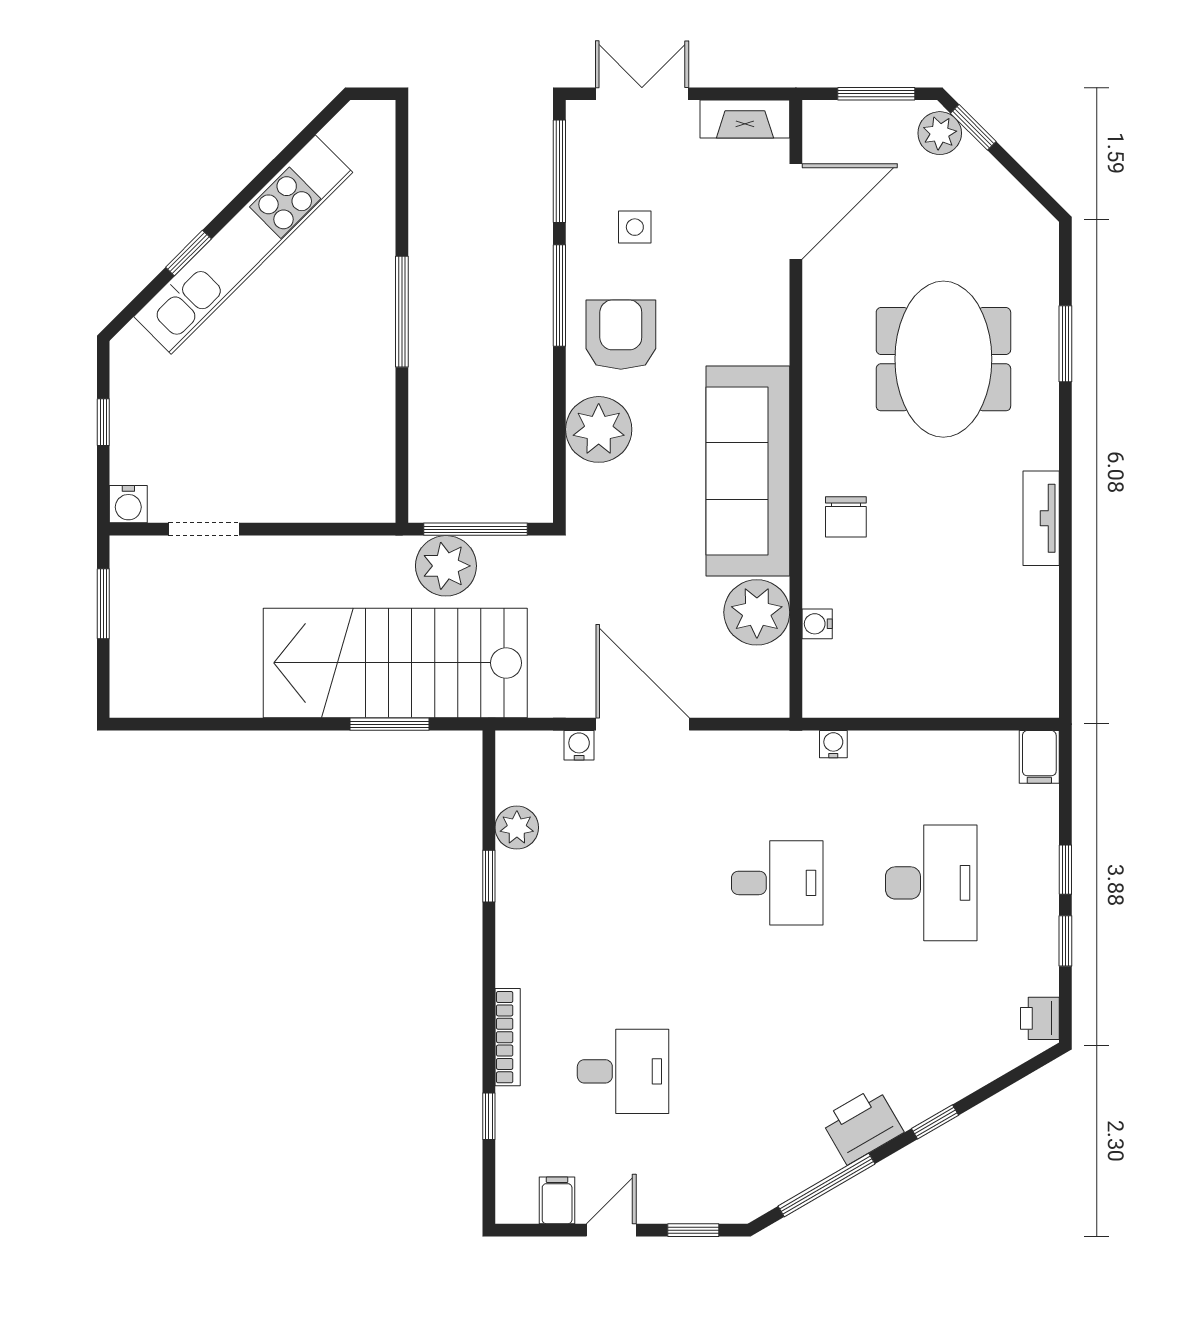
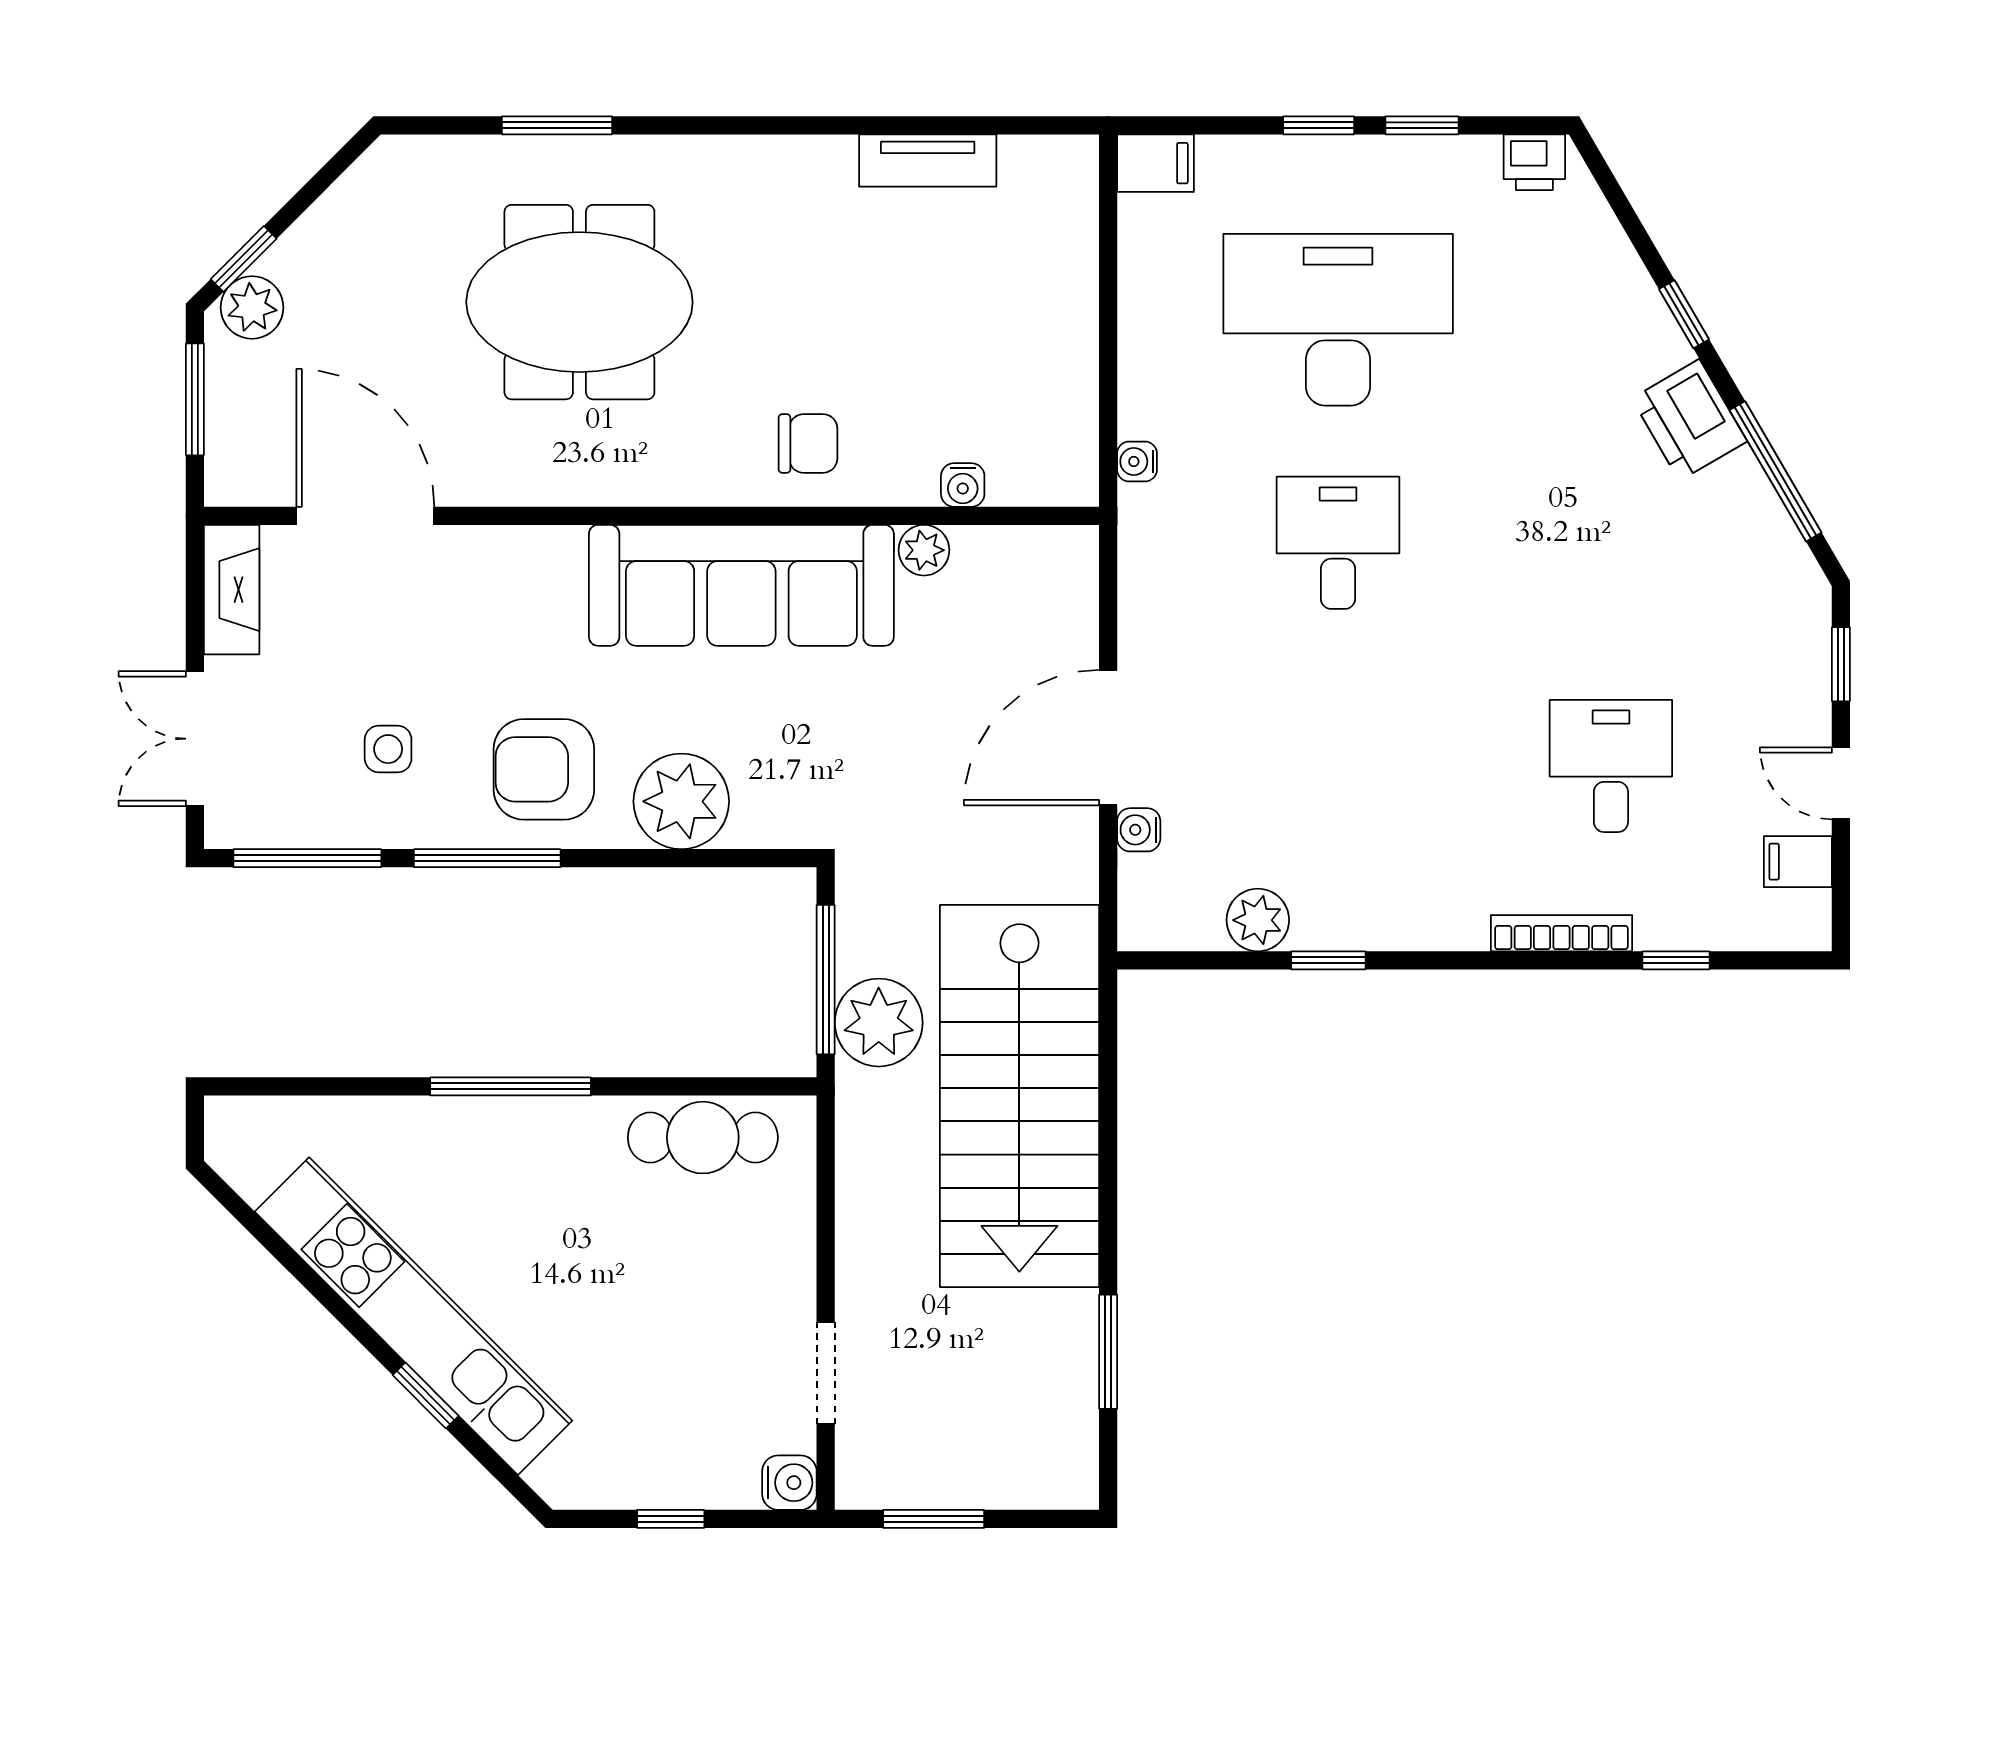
cafe table: (367, 444) -> (703, 1138), added
tv unit: (1041, 518) -> (928, 161), moved
plant: (757, 612) -> (924, 550), width x0.53, depth x0.53
window: (389, 724) -> (1108, 1352), moved
desk: (931, 883) -> (1338, 320), width x1.36, depth x1.30

